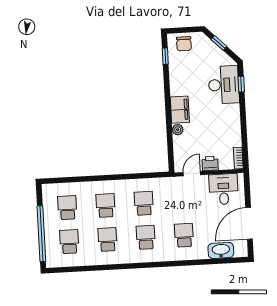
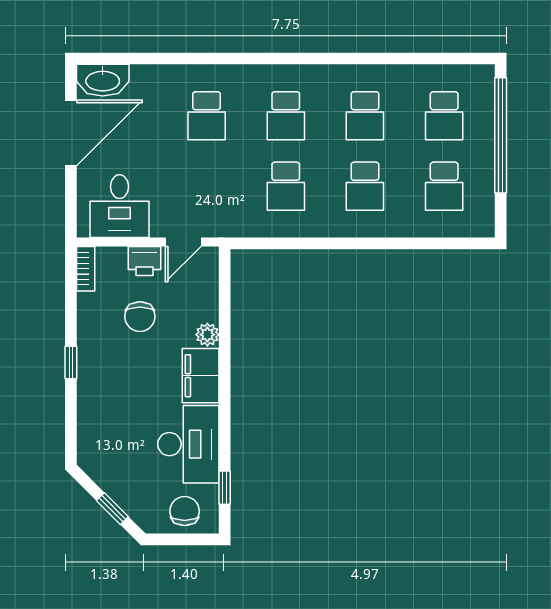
window: (241, 84) -> (71, 363), moved
desk: (224, 85) -> (188, 444), moved, turned 180
chair: (211, 136) -> (140, 317), added
washbasin: (221, 250) -> (103, 80), moved

